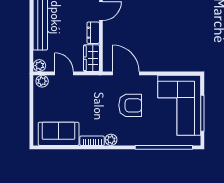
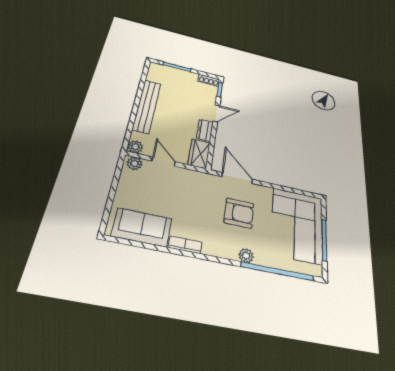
plant: (111, 140) -> (246, 256), moved

